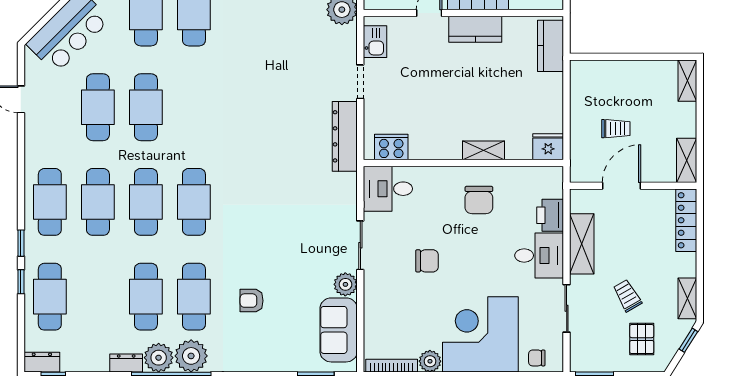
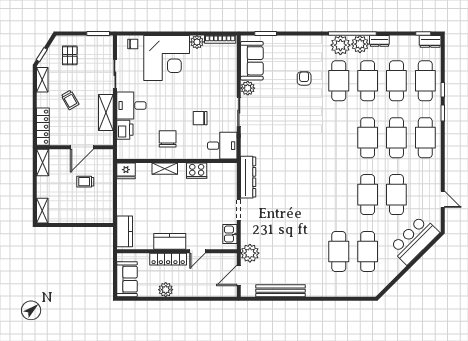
cooker: (391, 147) -> (197, 171), moved
cafe table: (194, 202) -> (396, 81), moved
chair: (427, 261) -> (200, 118), moved
trolley: (627, 296) -> (70, 100), moved
armchair: (252, 301) -> (304, 78), turned -90

